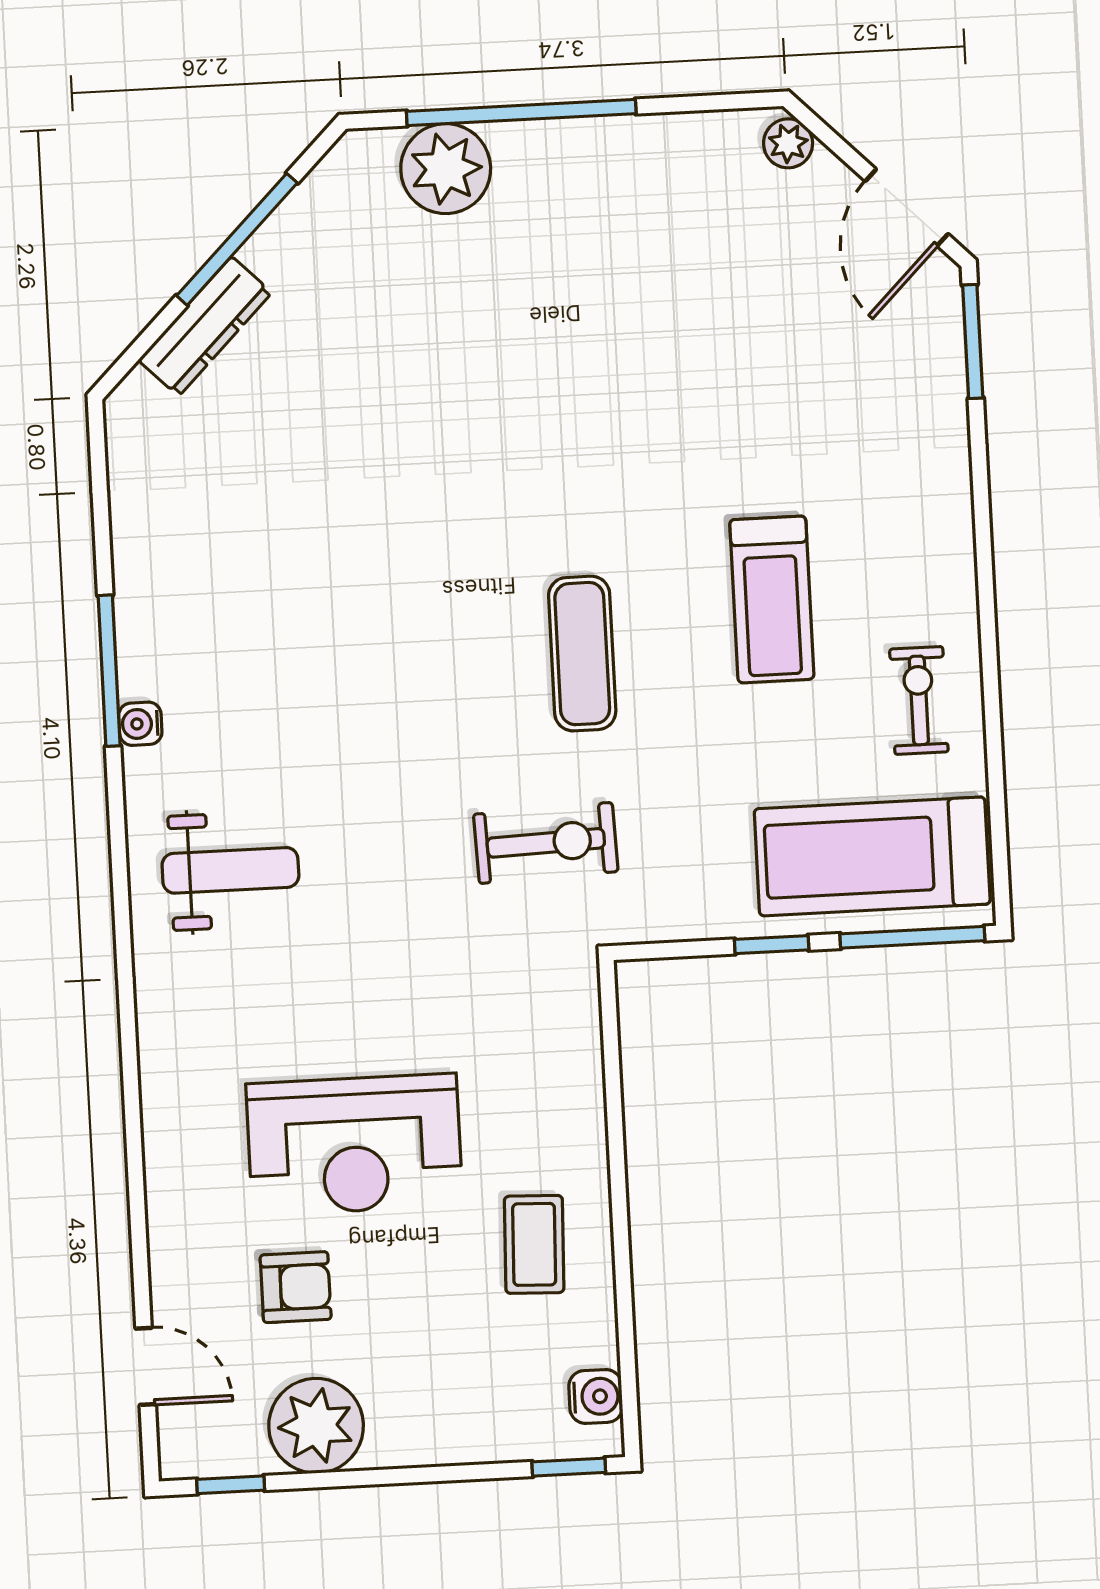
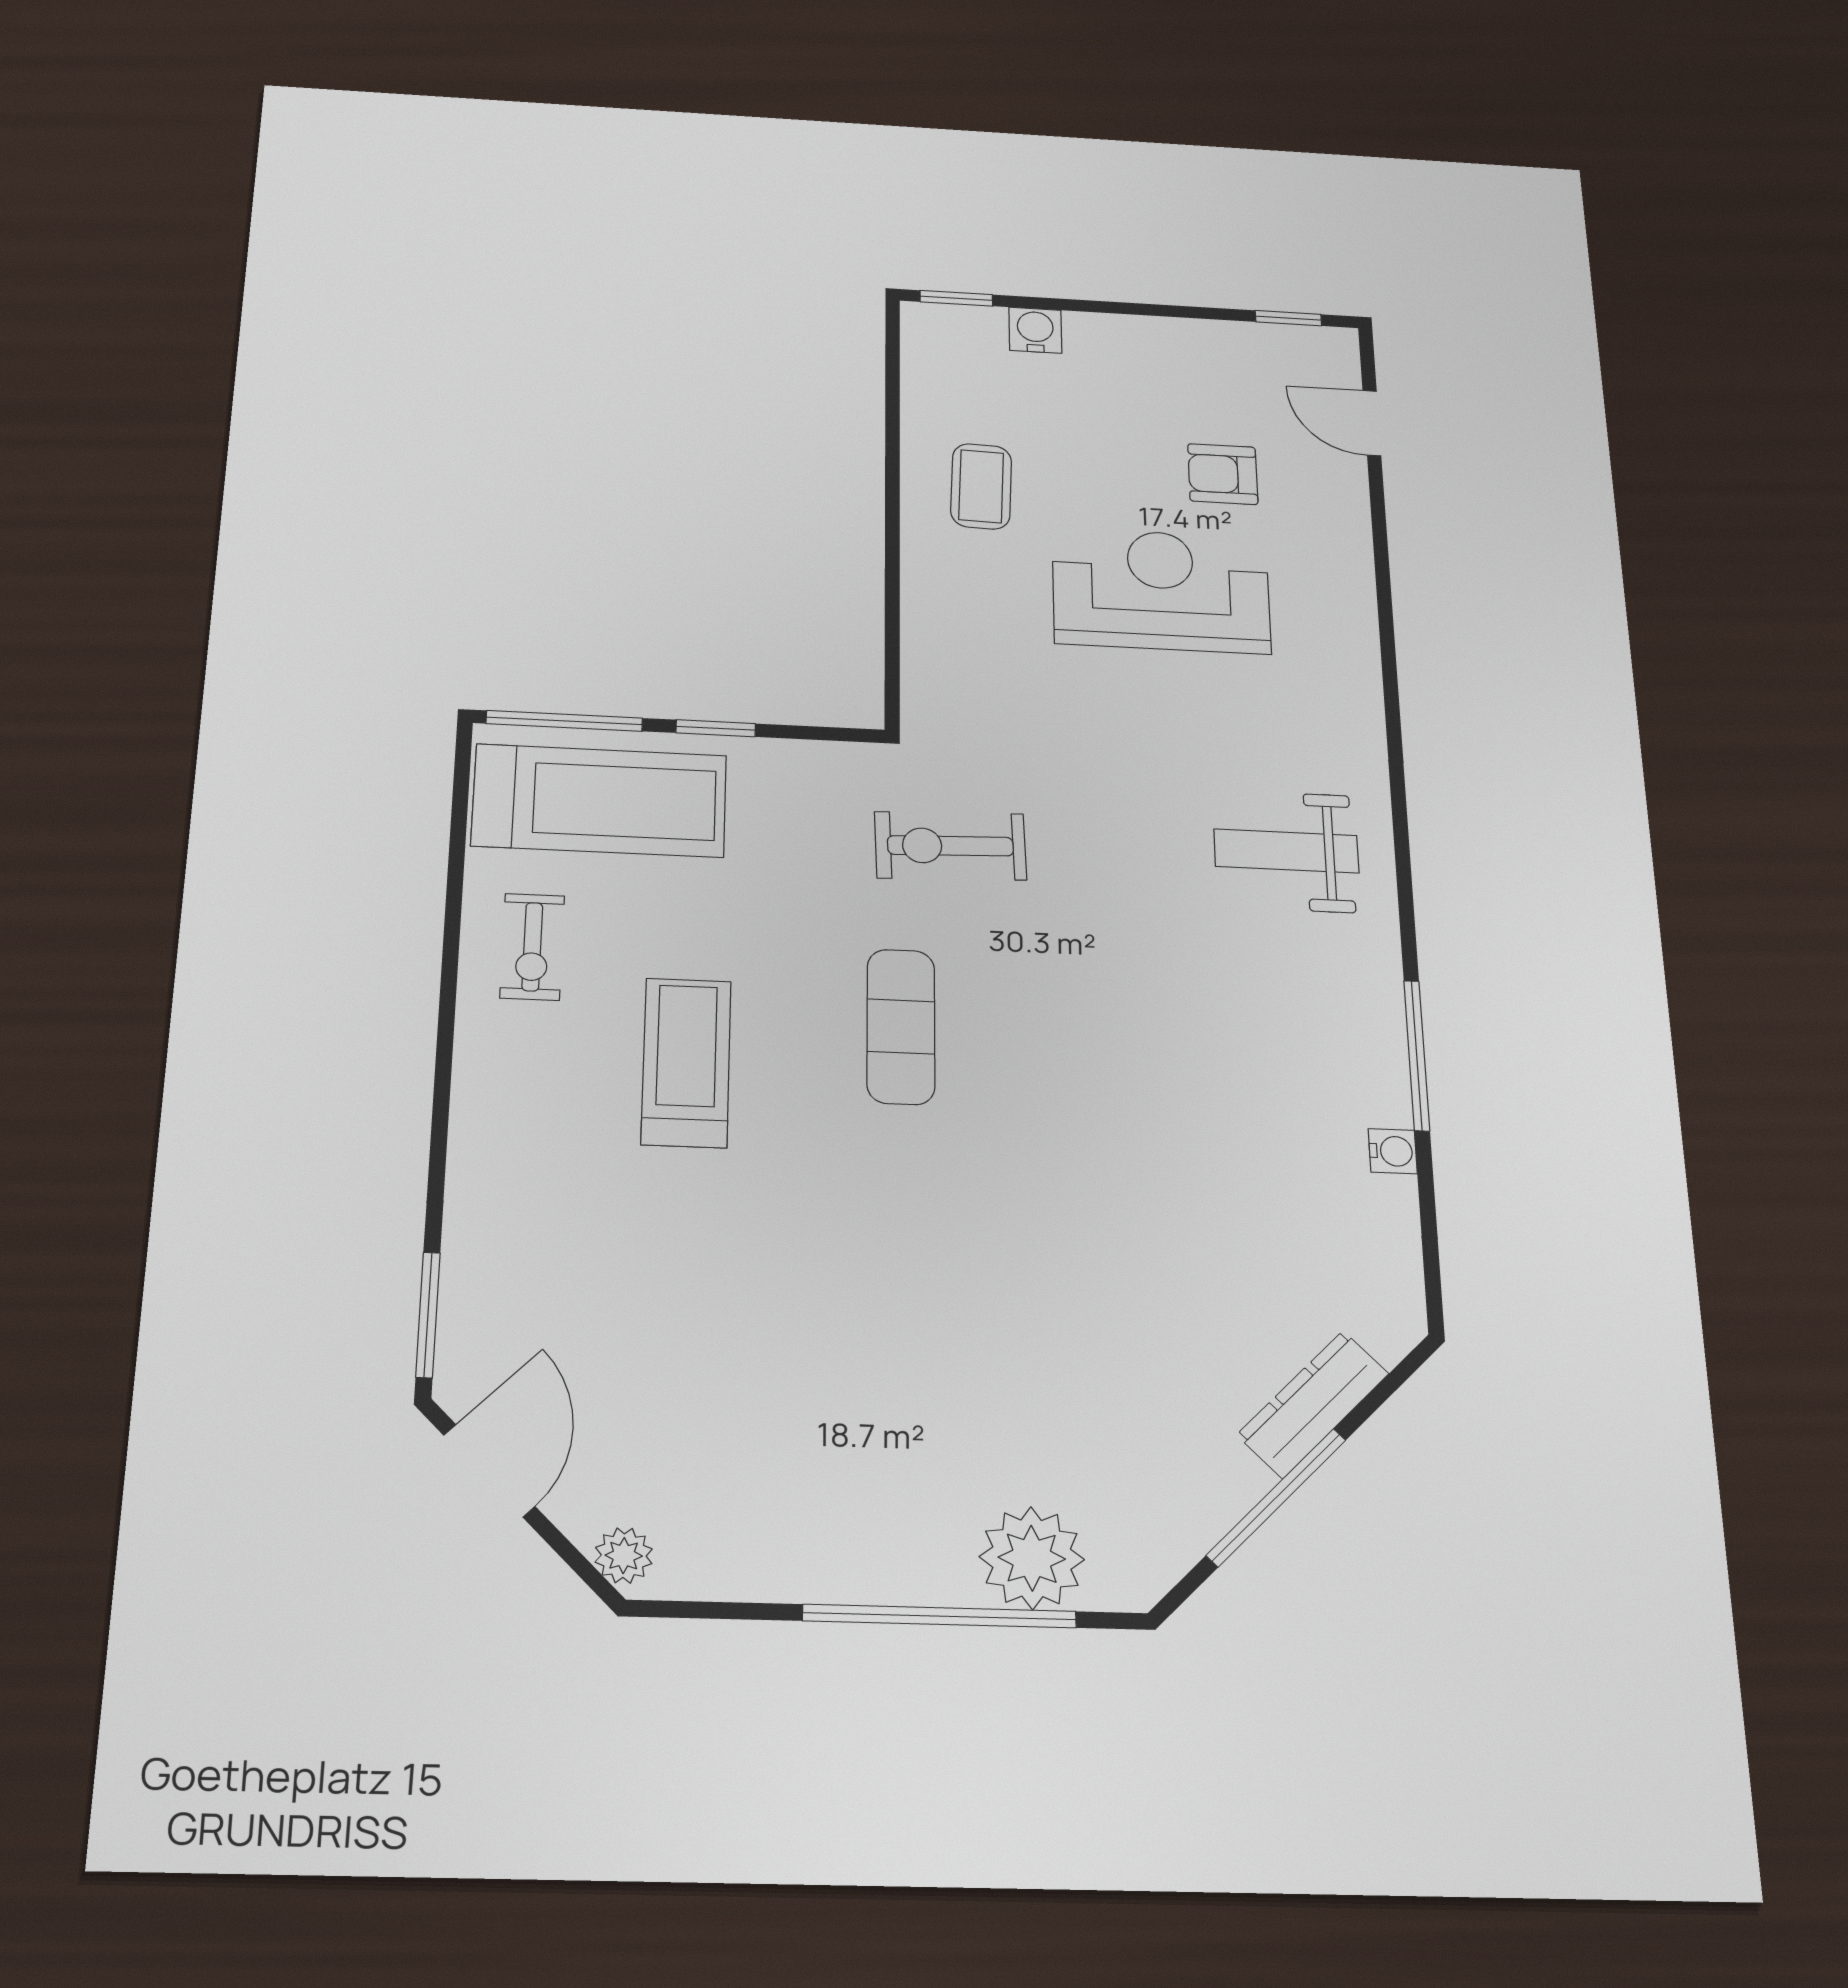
water cooler: (140, 724) -> (1393, 1151), moved
water cooler: (596, 1396) -> (1035, 330), moved, turned 90
plant: (316, 1426) -> (1204, 357), removed

